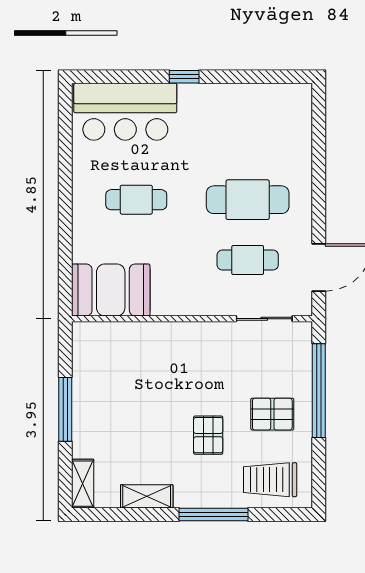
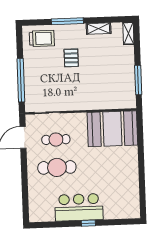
bar counter: (125, 112) -> (79, 207), moved
cafe table: (136, 200) -> (108, 166), removed
booth: (111, 290) -> (112, 129), width x1.36, depth x1.42
window: (65, 409) -> (138, 80), moved
pallet: (272, 414) -> (42, 69), removed

